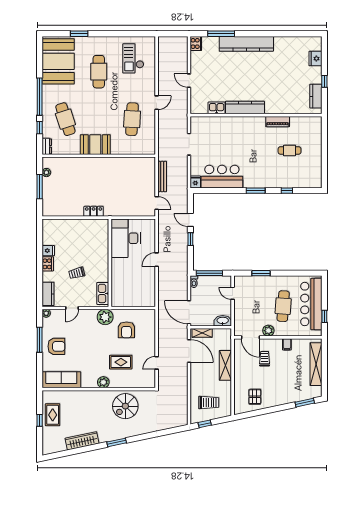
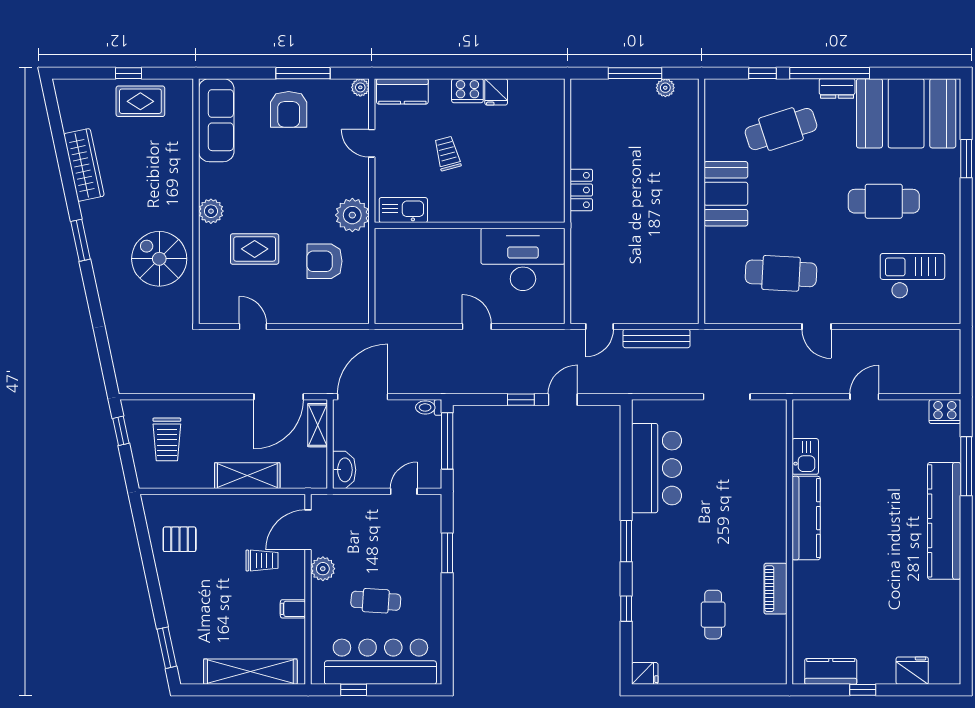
dresser: (47, 146) -> (837, 89), moved
fridge: (195, 182) -> (645, 673), moved
cafe table: (283, 306) -> (376, 601), width x0.73, depth x0.74
rug: (121, 362) -> (255, 249), turned 90

